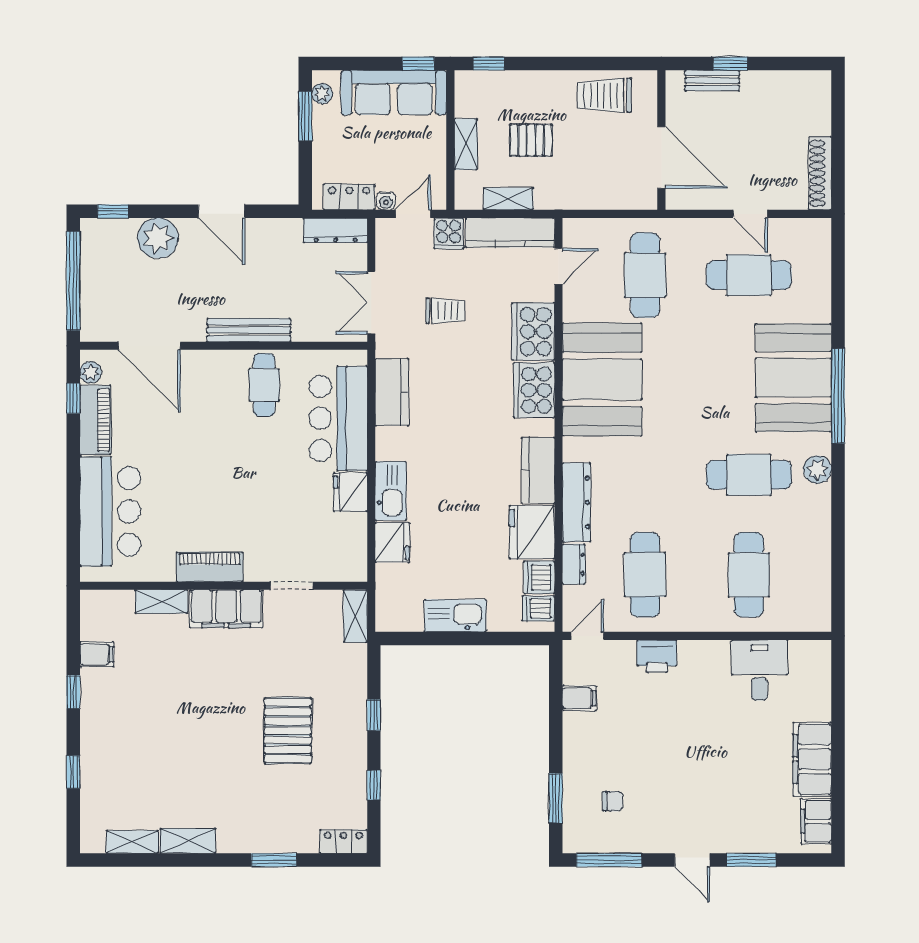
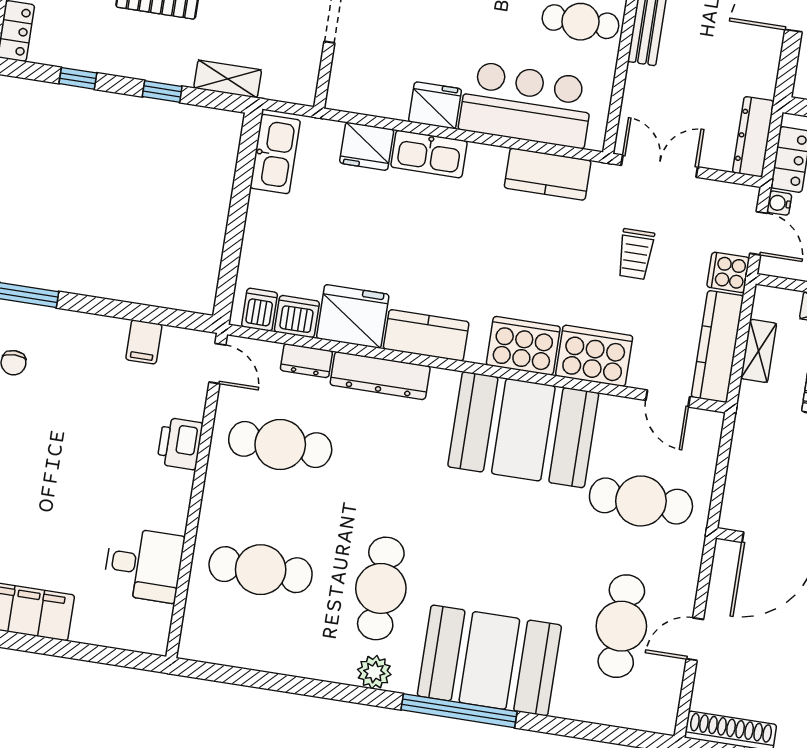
shelving: (355, 616) -> (228, 79), moved
kitchen sink: (455, 616) -> (275, 154), moved

